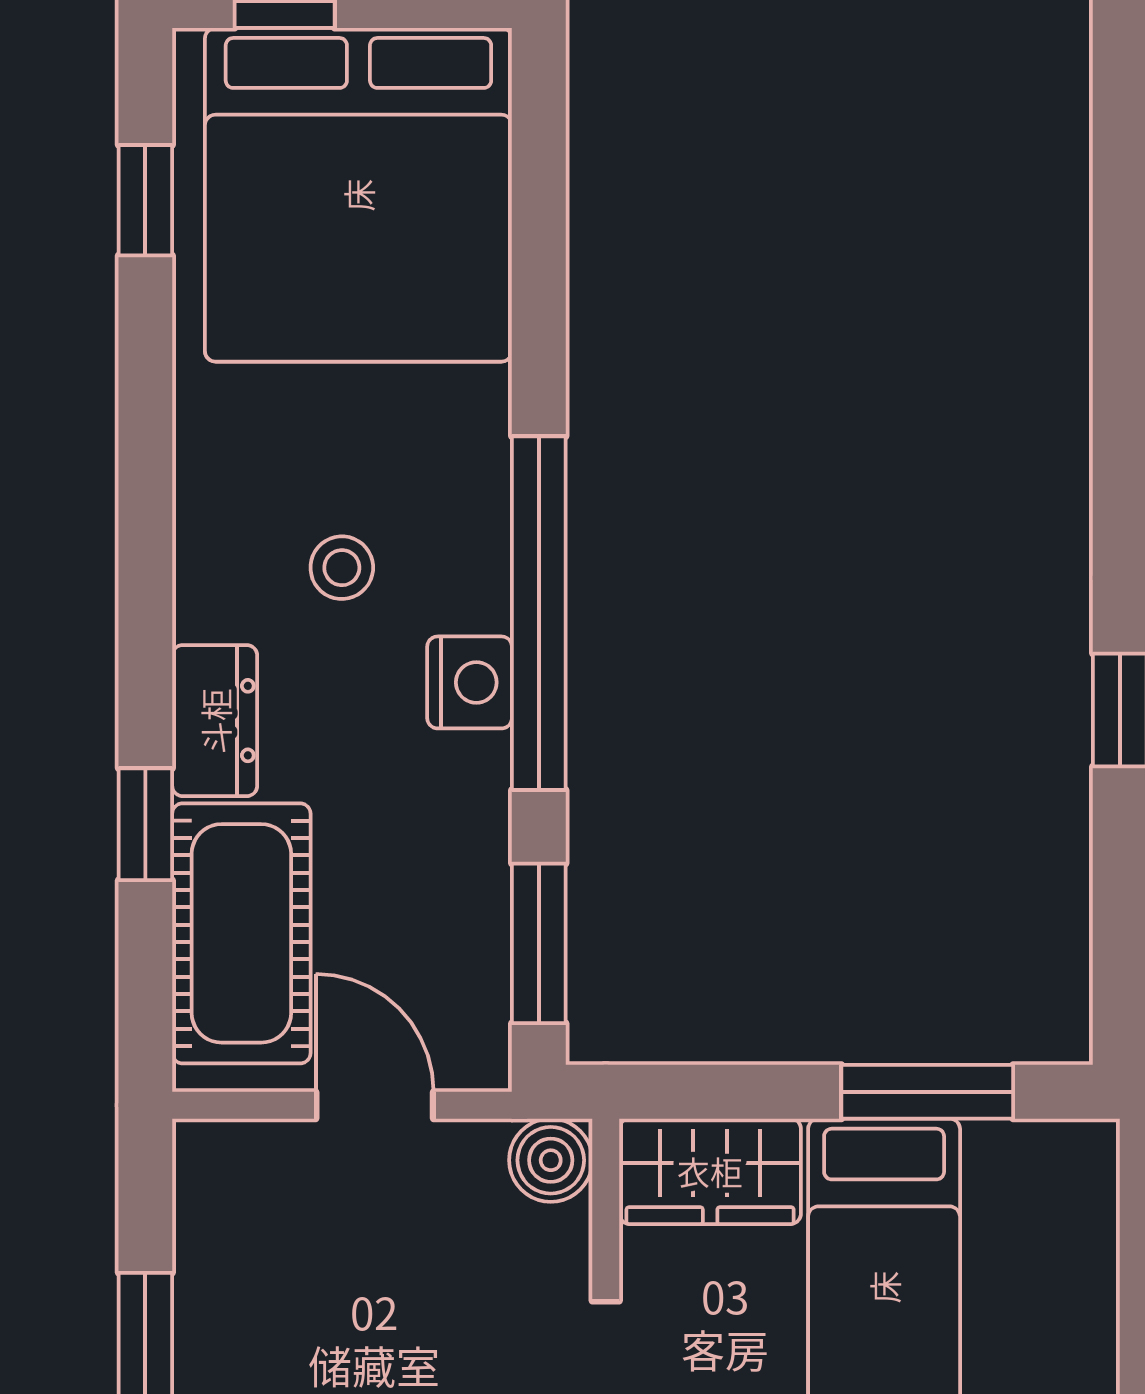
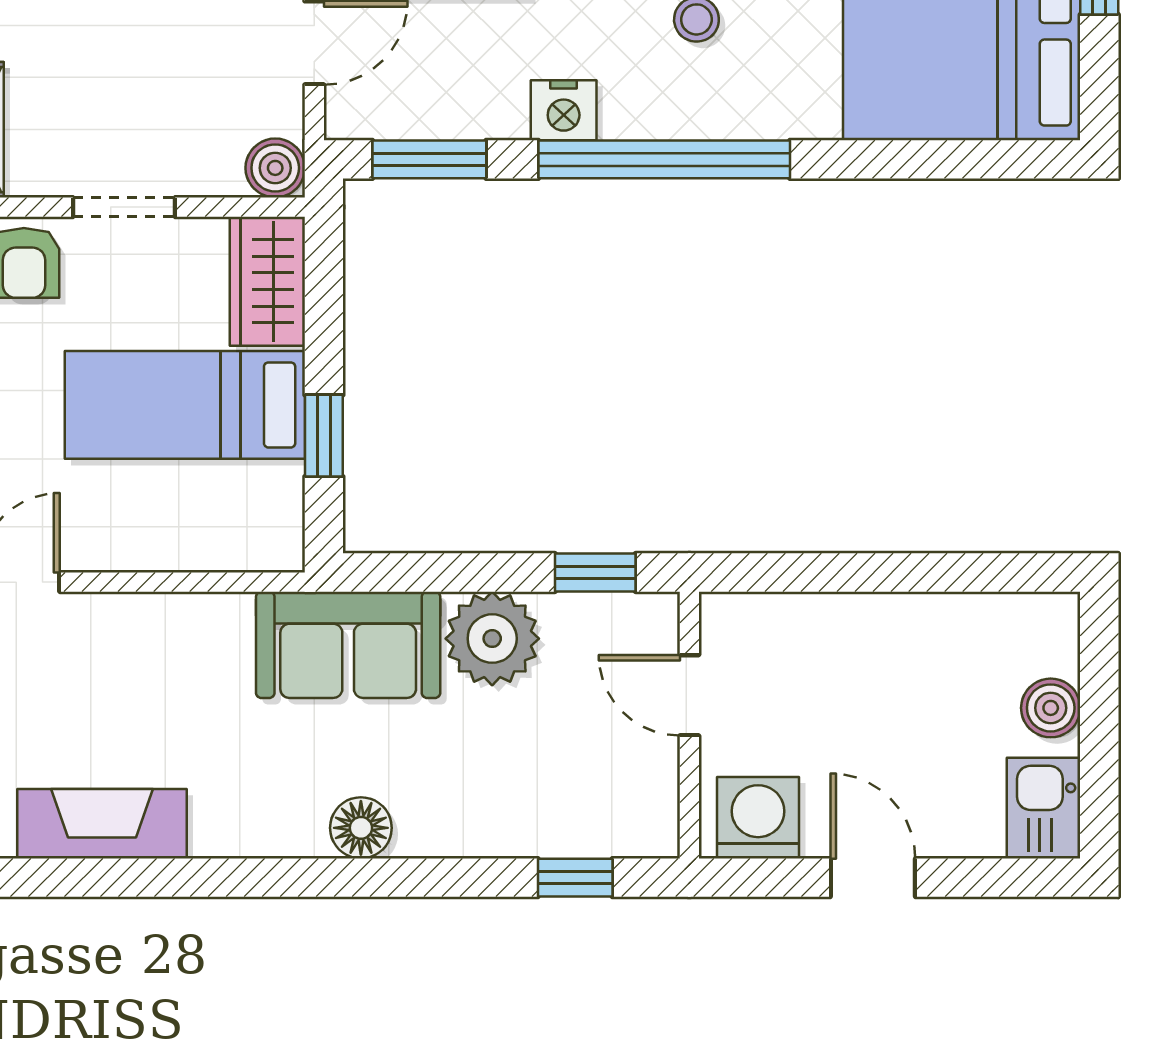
nightstand: (470, 682) -> (564, 110), moved
window: (927, 1092) -> (324, 436), width x0.67

